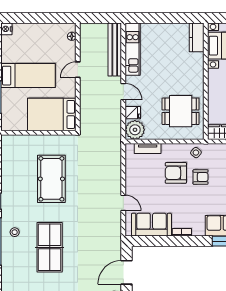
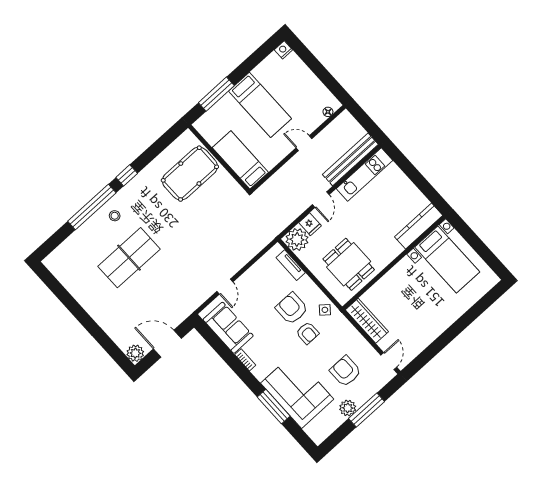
kitchen counter: (197, 37) -> (419, 226), width x1.50
bed: (52, 114) -> (240, 160), width x0.67
pool table: (51, 179) -> (190, 174), moved

